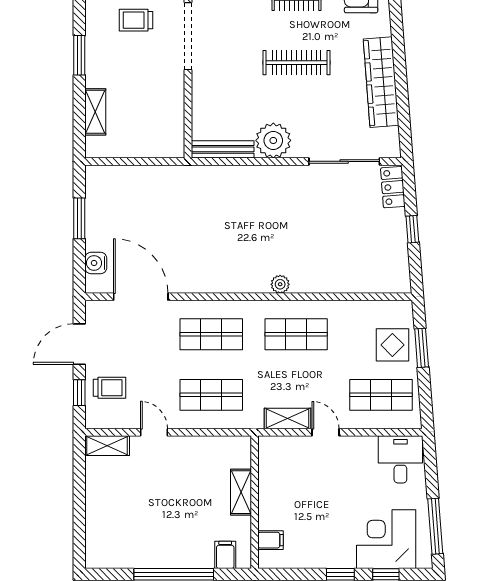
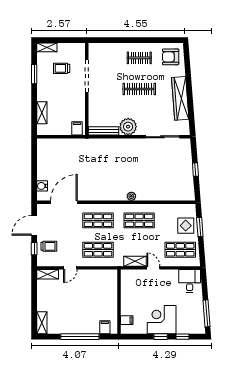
window: (79, 55) -> (34, 74), moved
filing cabinet: (168, 144) -> (77, 128), added
locker: (393, 187) -> (186, 149), removed
window: (79, 218) -> (34, 164), removed
door: (141, 297) -> (64, 202), hinge flipped
door: (154, 432) -> (70, 268), swing flipped
shelving: (241, 492) -> (42, 323), moved
corner desk: (386, 539) -> (162, 320), moved

